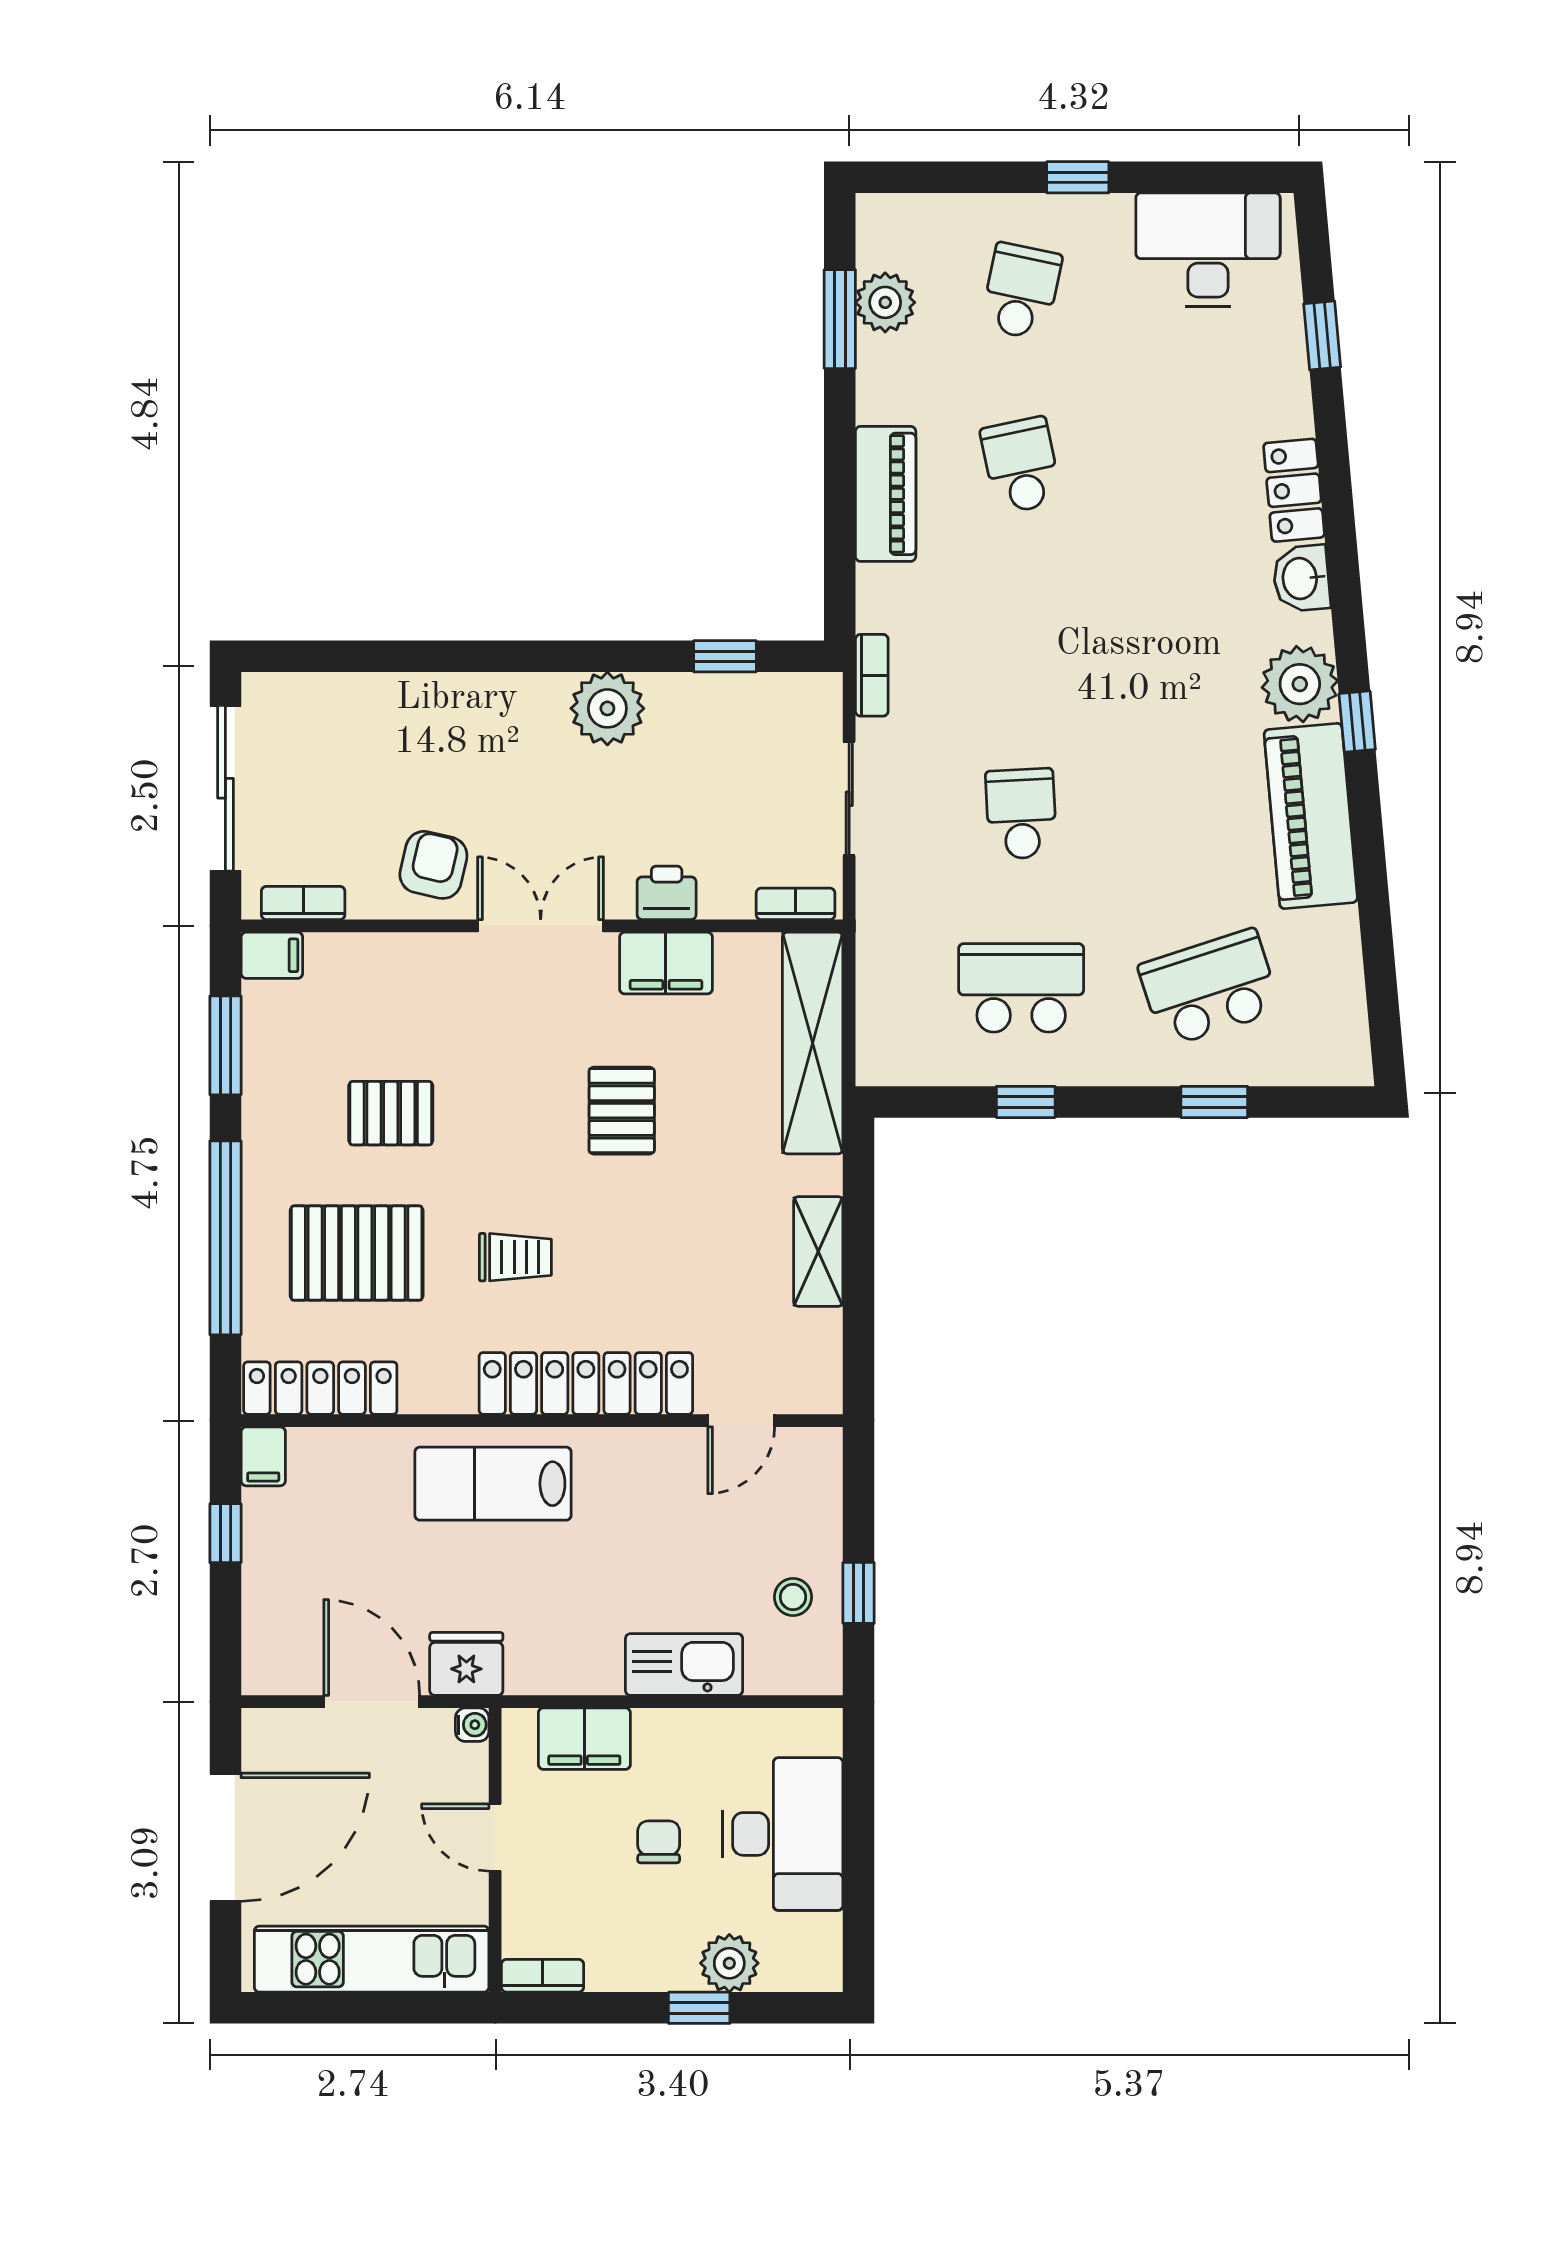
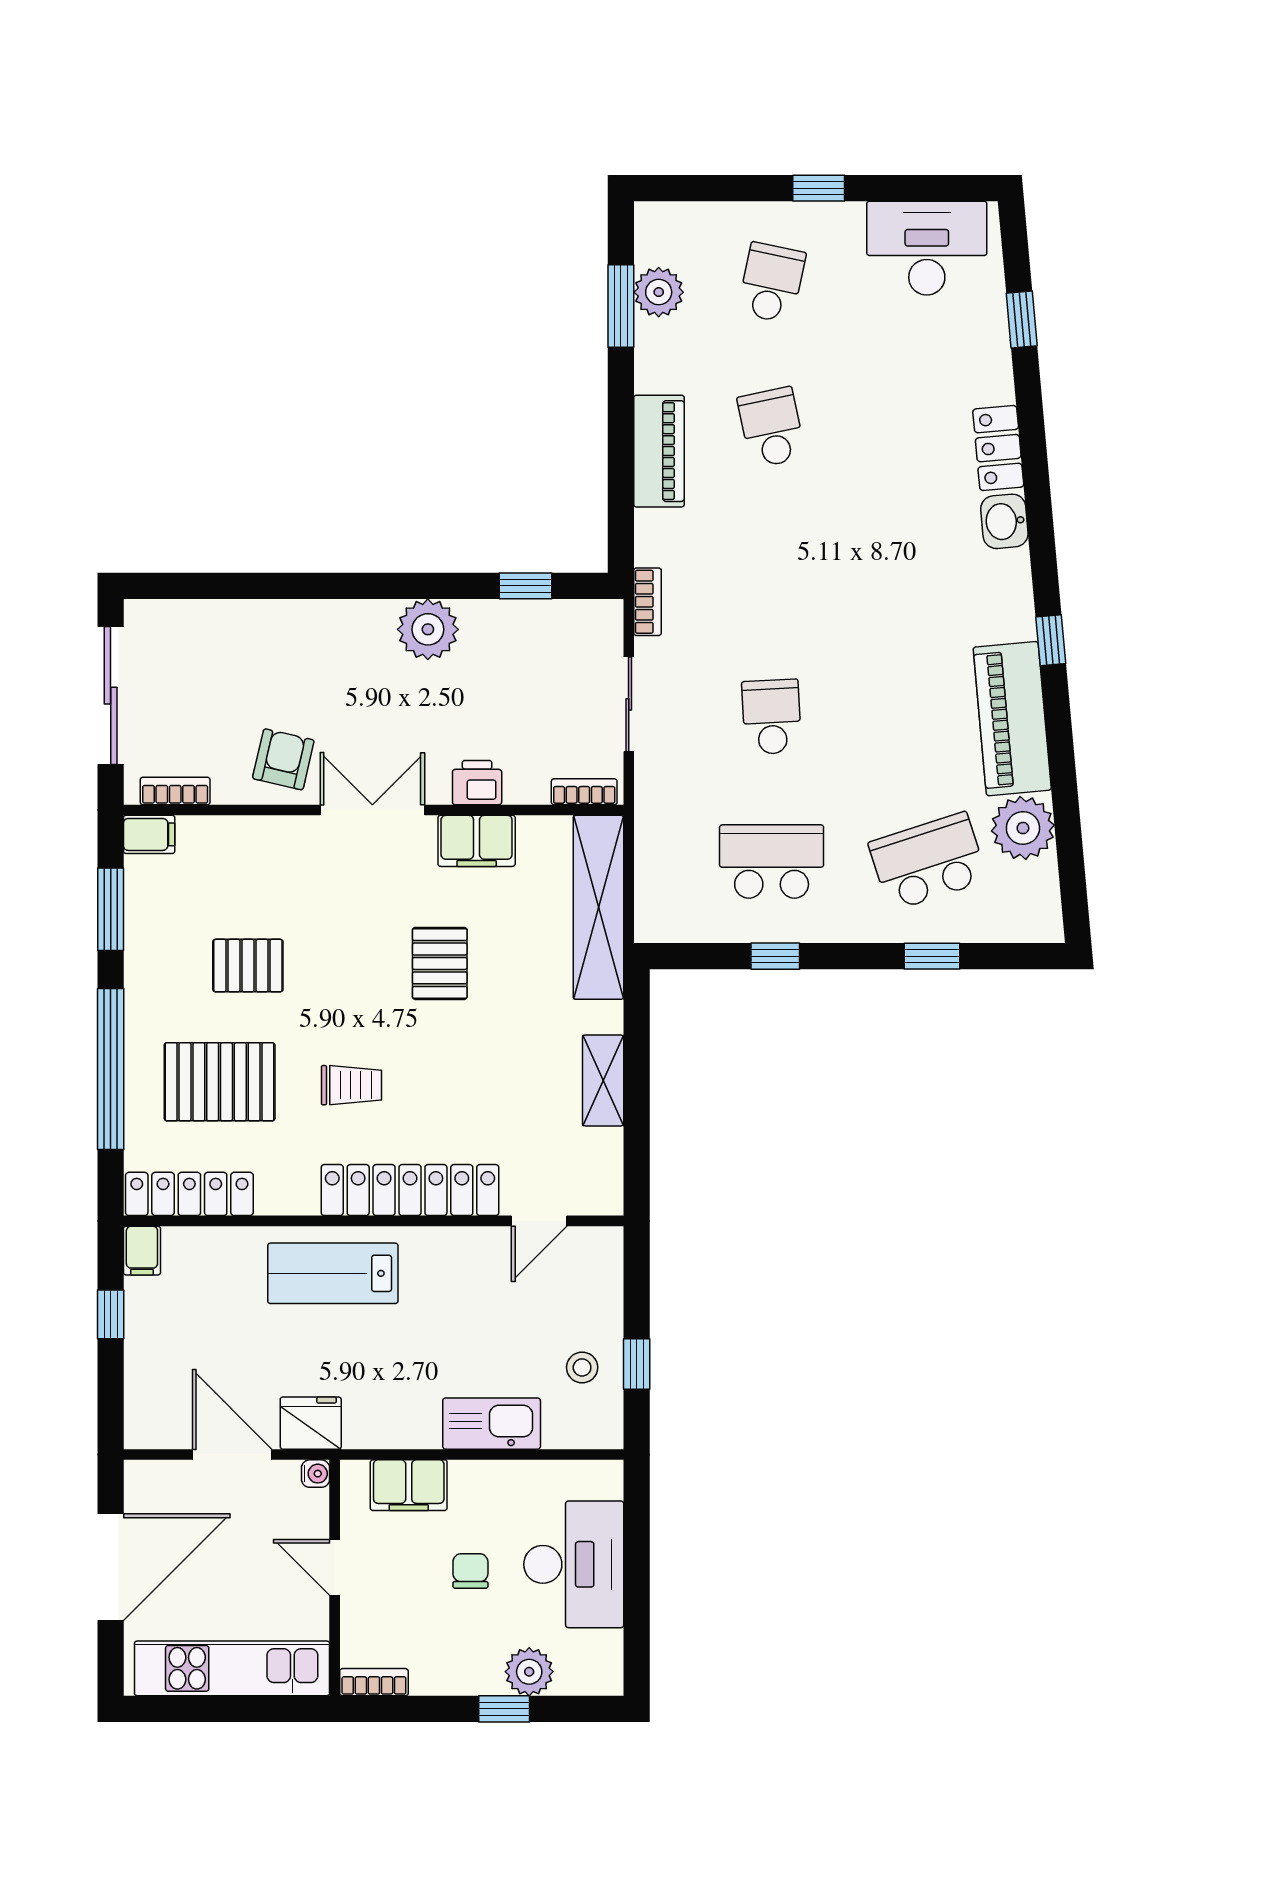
plant: (1300, 684) -> (1023, 828), moved

